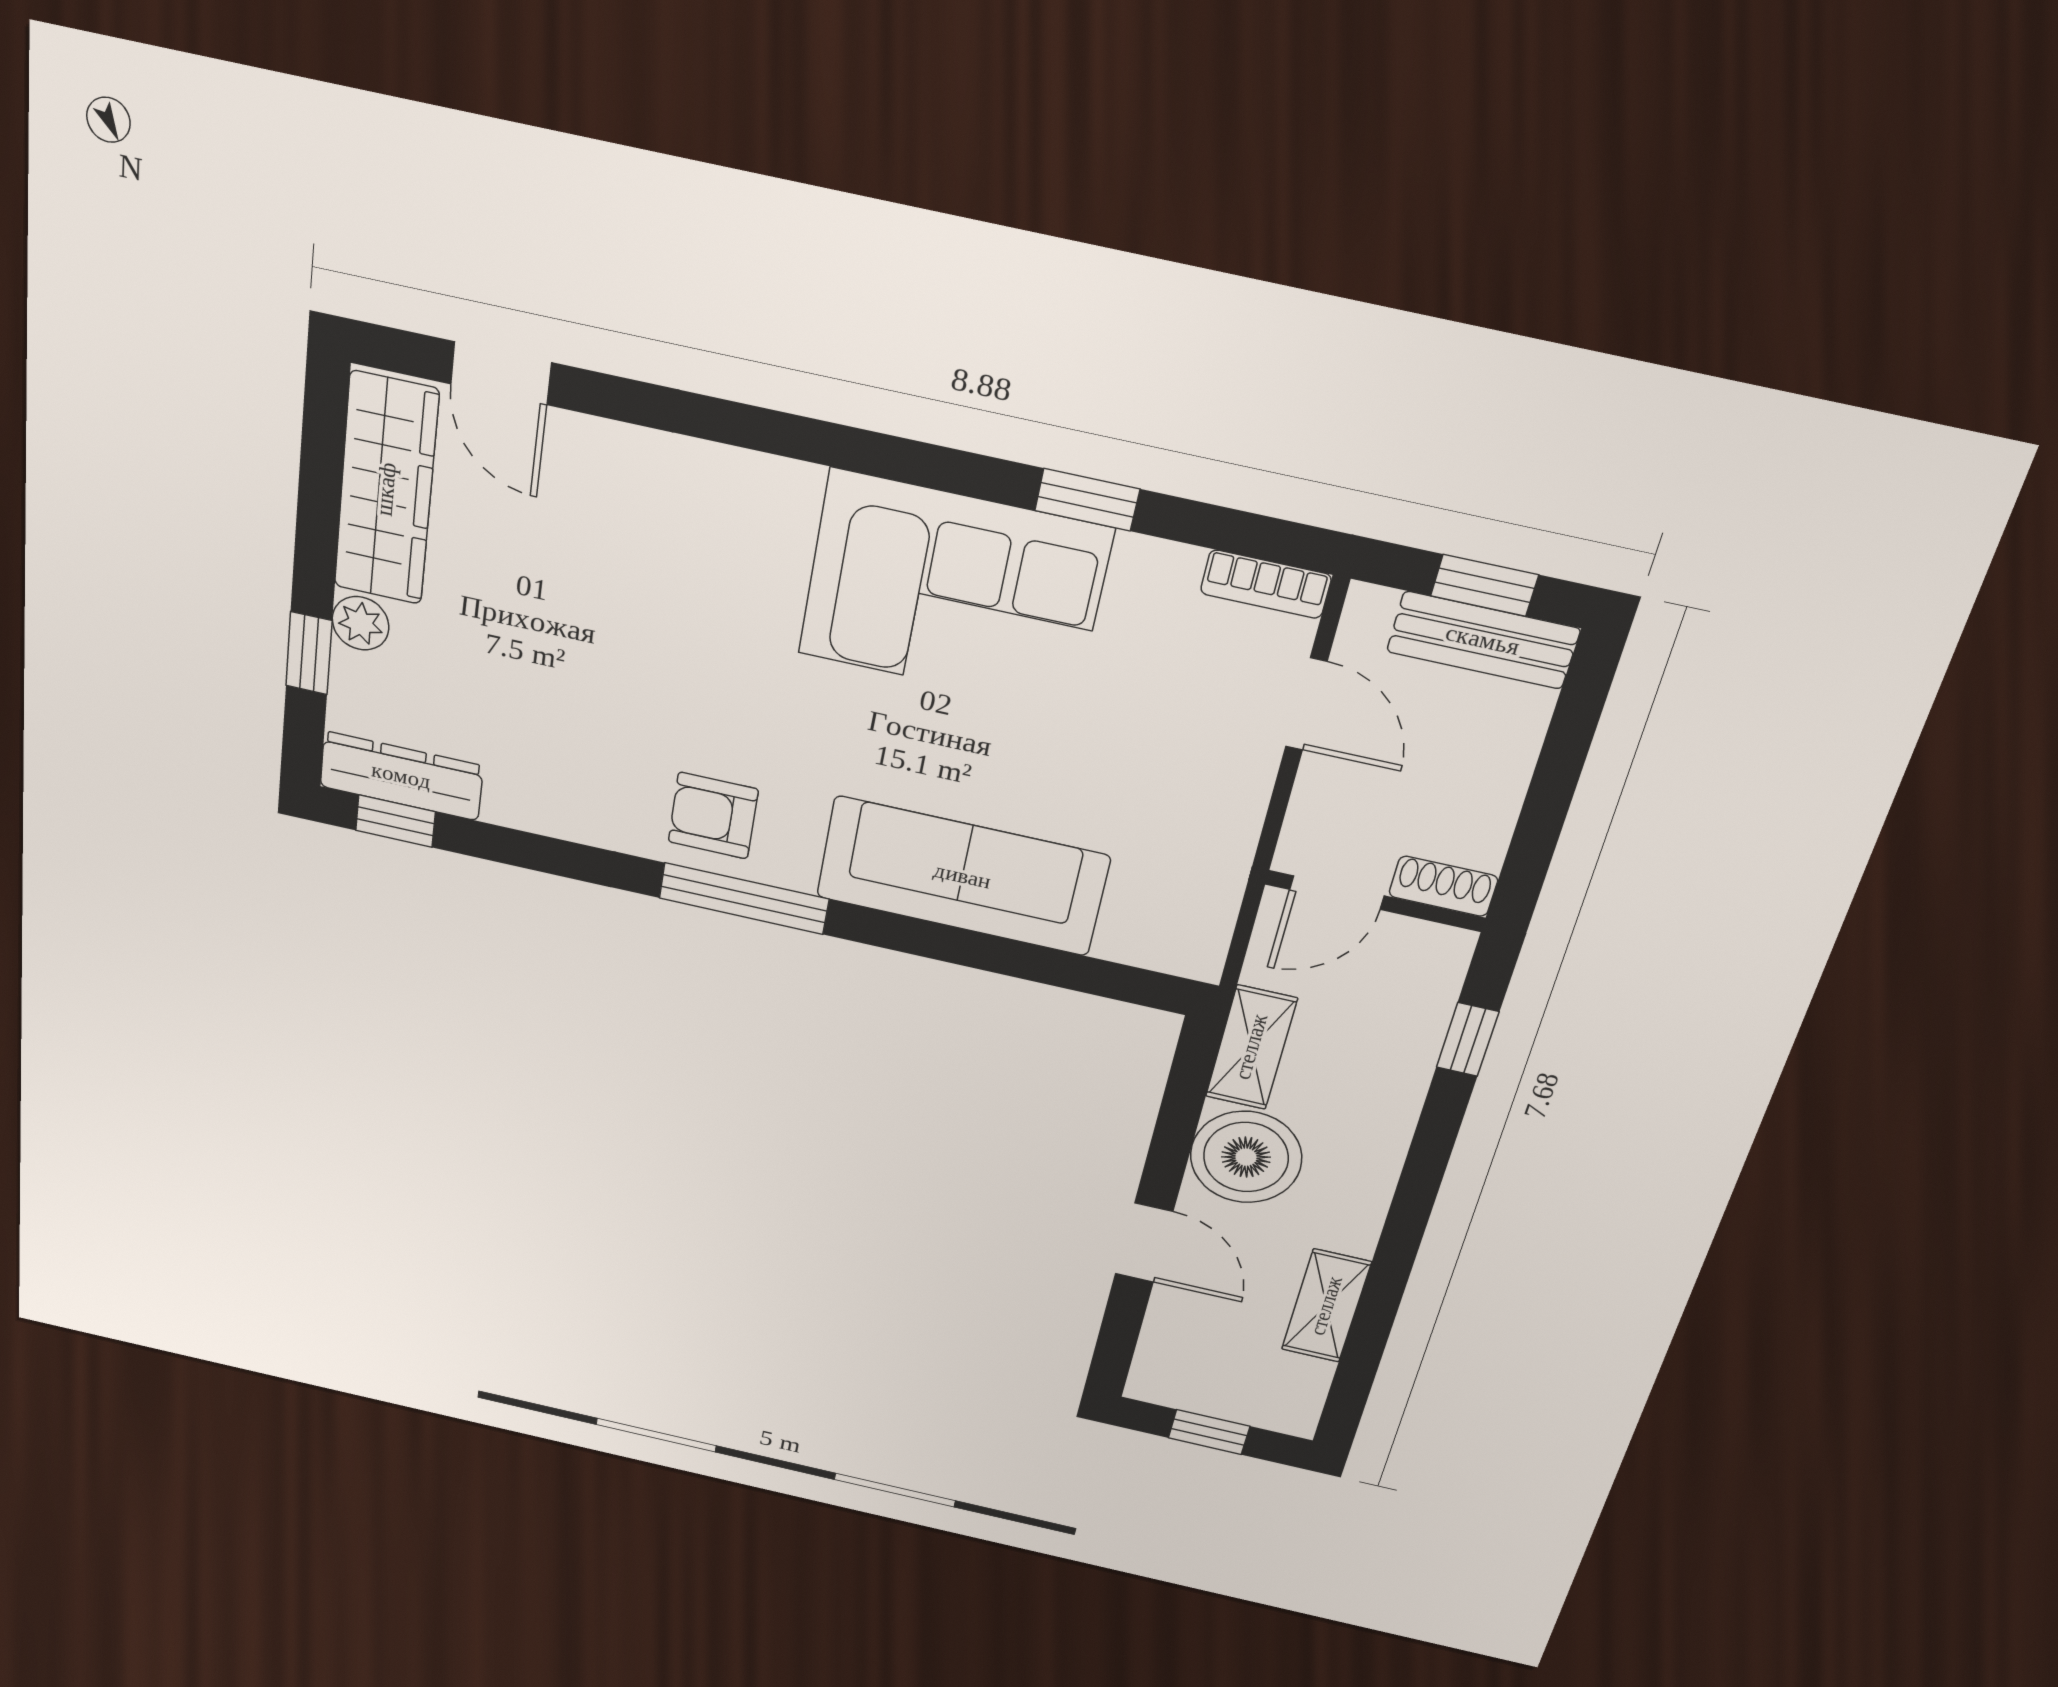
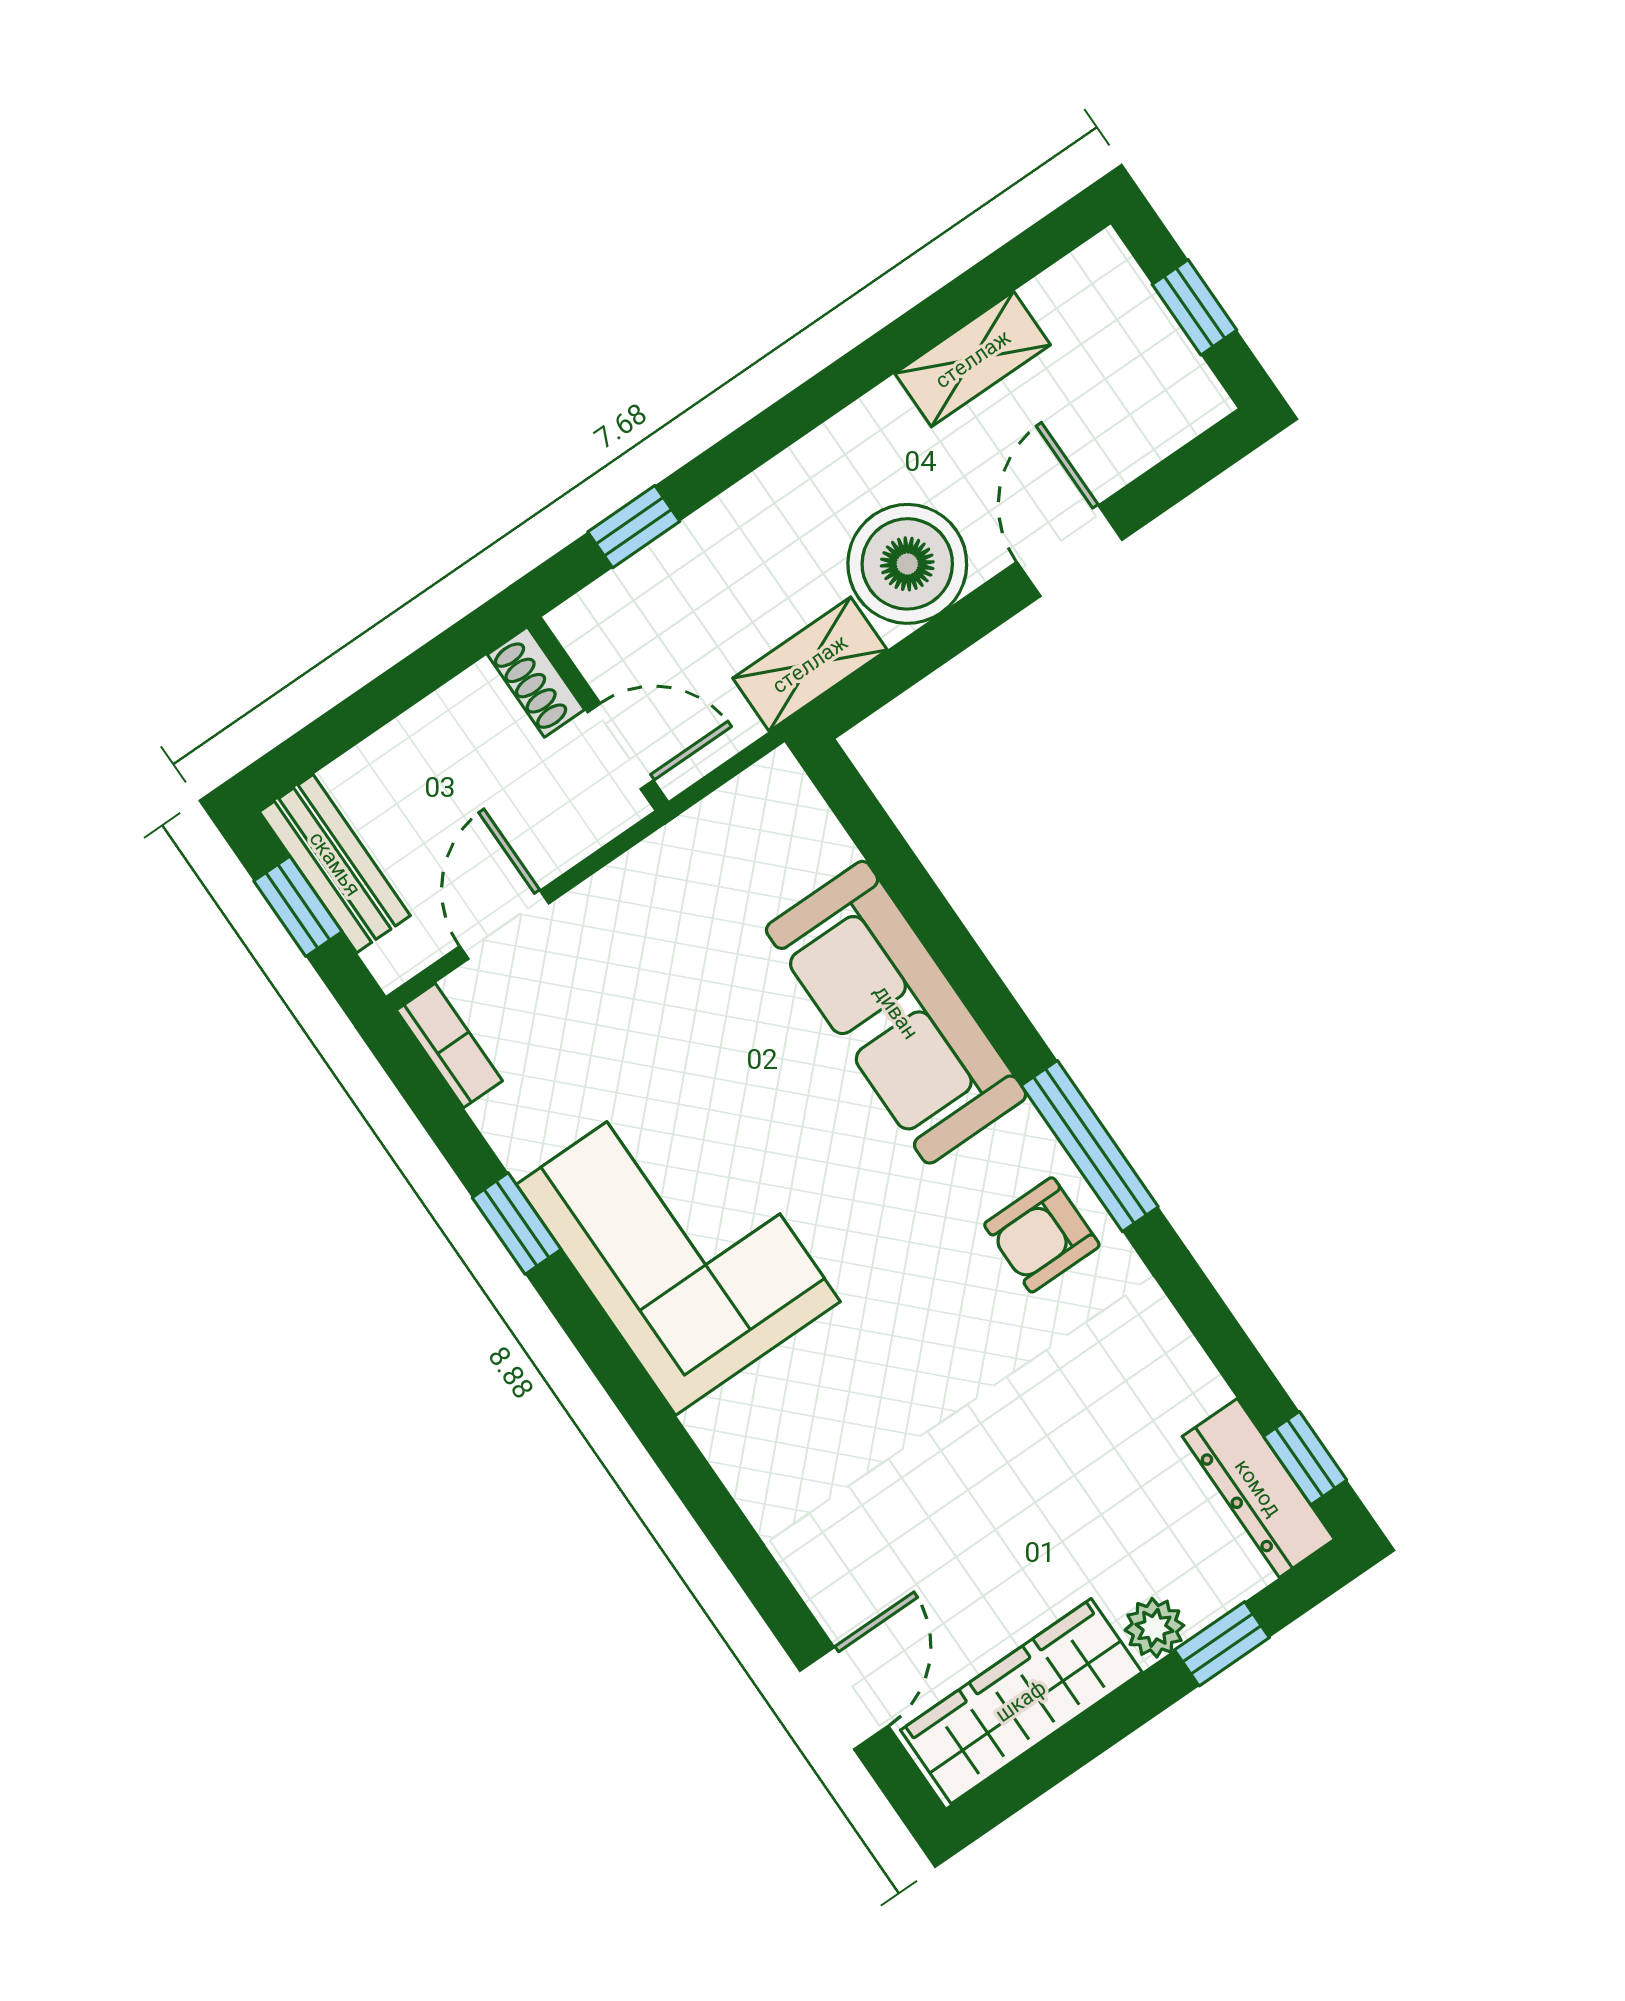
armchair: (713, 816) -> (1042, 1235), turned 90

